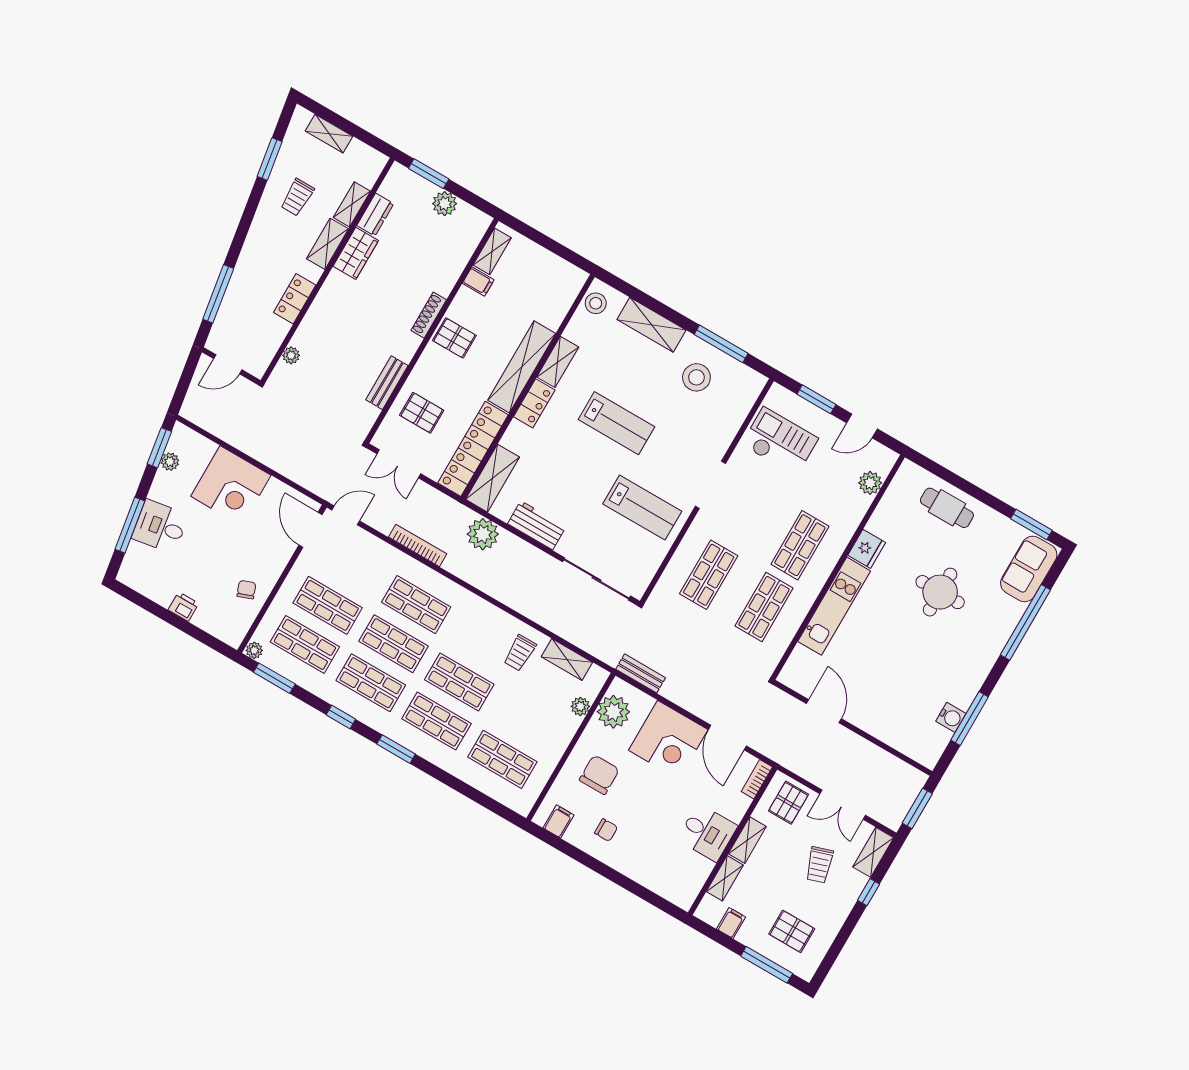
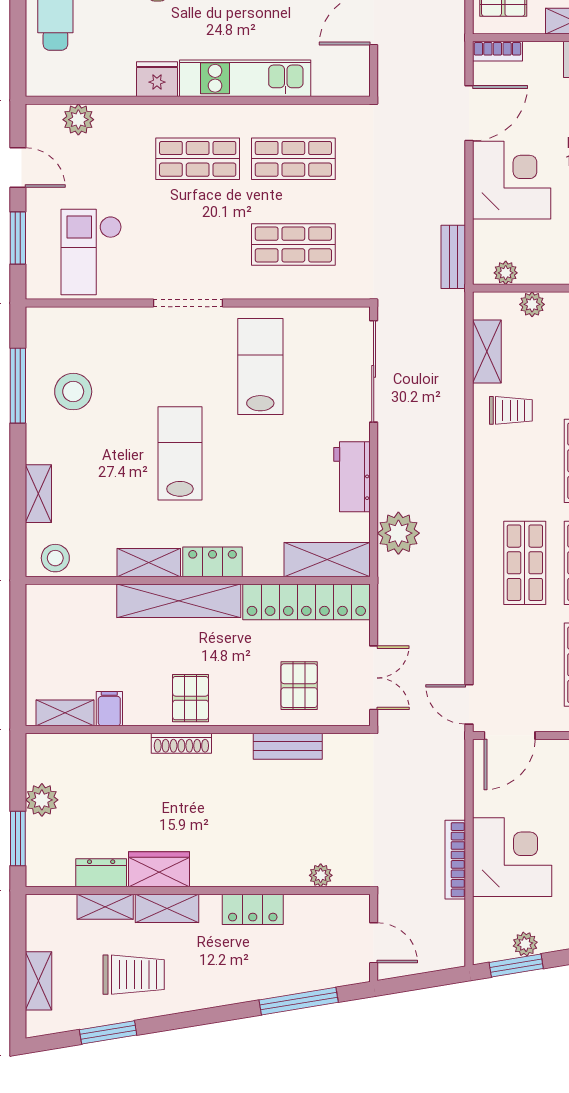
trolley: (297, 197) -> (134, 975), width x1.36, depth x1.39
shelving: (651, 325) -> (38, 494), width x0.67, depth x0.75
bookcase: (418, 545) -> (455, 860), moved
plant: (613, 712) -> (506, 273), width x0.53, depth x0.53

